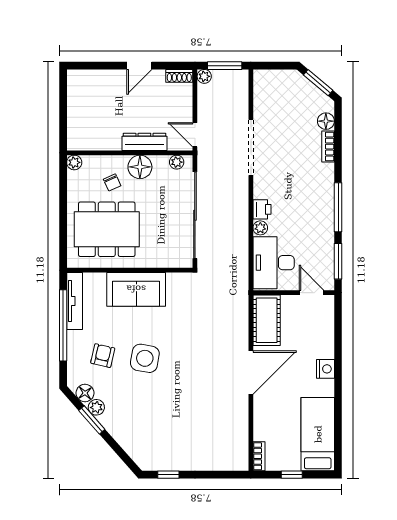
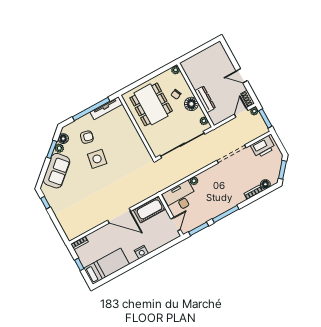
door: (195, 135) -> (241, 112), moved
printer: (262, 209) -> (263, 147), moved, width x1.87, depth x1.48
sofa: (136, 289) -> (57, 171), moved, turned -131

